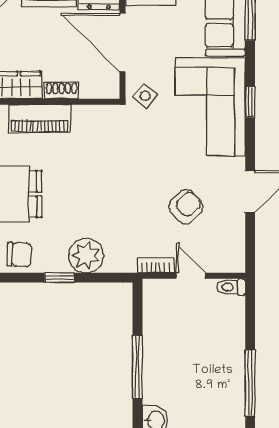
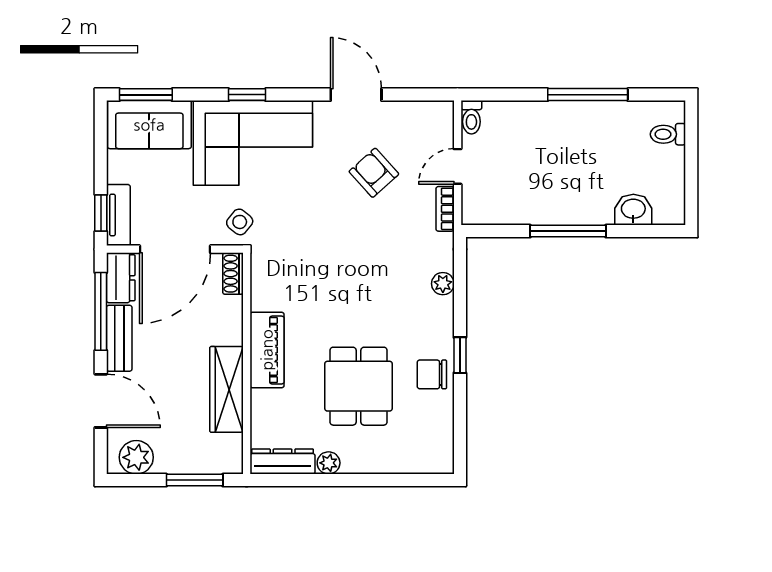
shoe rack: (62, 90) -> (233, 274), moved
chair: (19, 255) -> (432, 374), turned -93
plant: (86, 255) -> (443, 284), width x0.53, depth x0.53
window: (59, 278) -> (460, 355), moved

